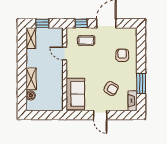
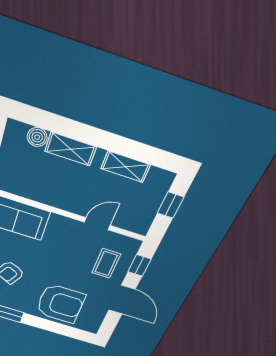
shelving: (31, 38) -> (126, 167), moved
armchair: (122, 55) -> (60, 304), width x1.88, depth x1.88

